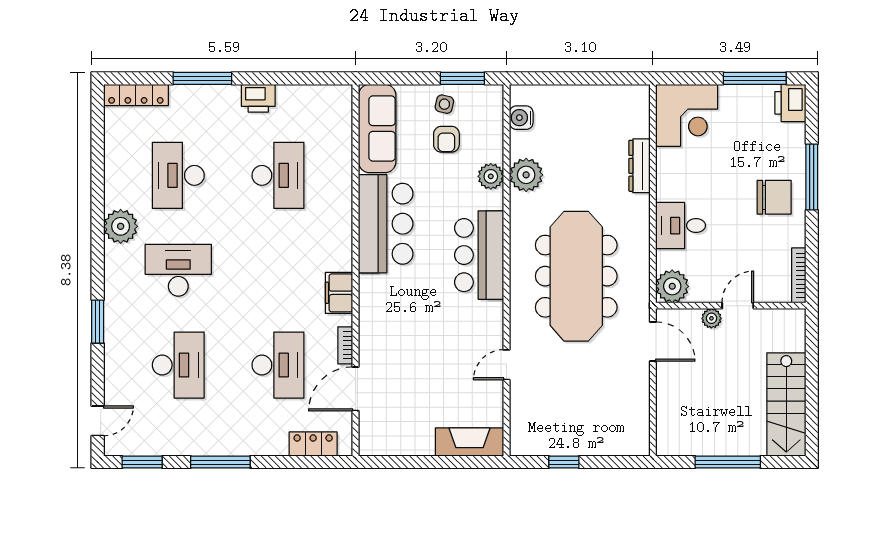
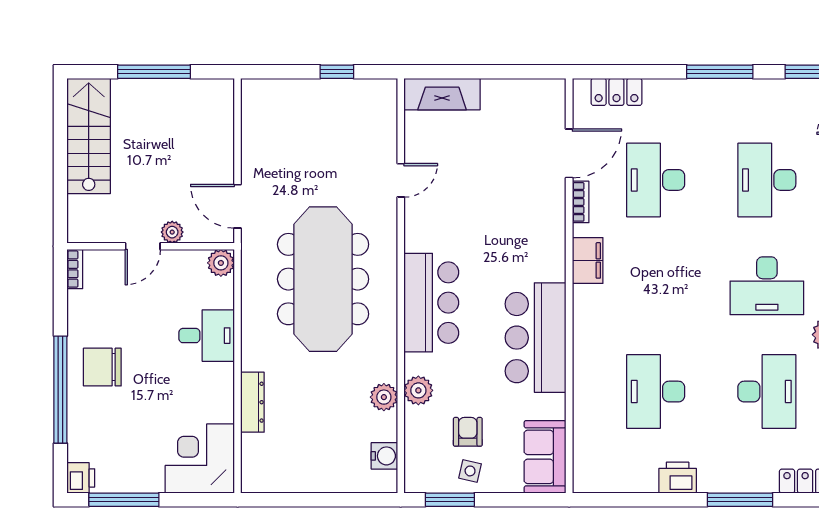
printer: (790, 103) -> (81, 478), width x0.73, depth x0.81
sofa: (377, 129) -> (545, 457), width x0.73
plant: (526, 175) -> (384, 397), width x0.73, depth x0.73
window: (812, 177) -> (60, 390), width x1.46
bookcase: (799, 275) -> (75, 269), width x0.64
plant: (672, 286) -> (221, 263), width x0.73, depth x0.73

